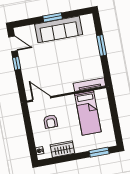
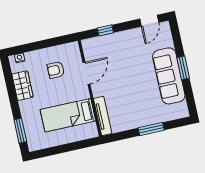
window: (17, 63) -> (105, 30), moved
door: (42, 99) -> (86, 73), moved

